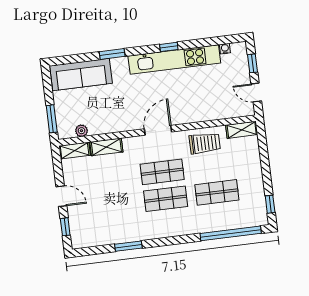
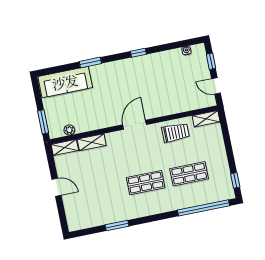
kitchen unit: (174, 59) -> (144, 63), removed
shop shelf: (162, 172) -> (141, 160), removed
window: (65, 227) -> (62, 213), removed

